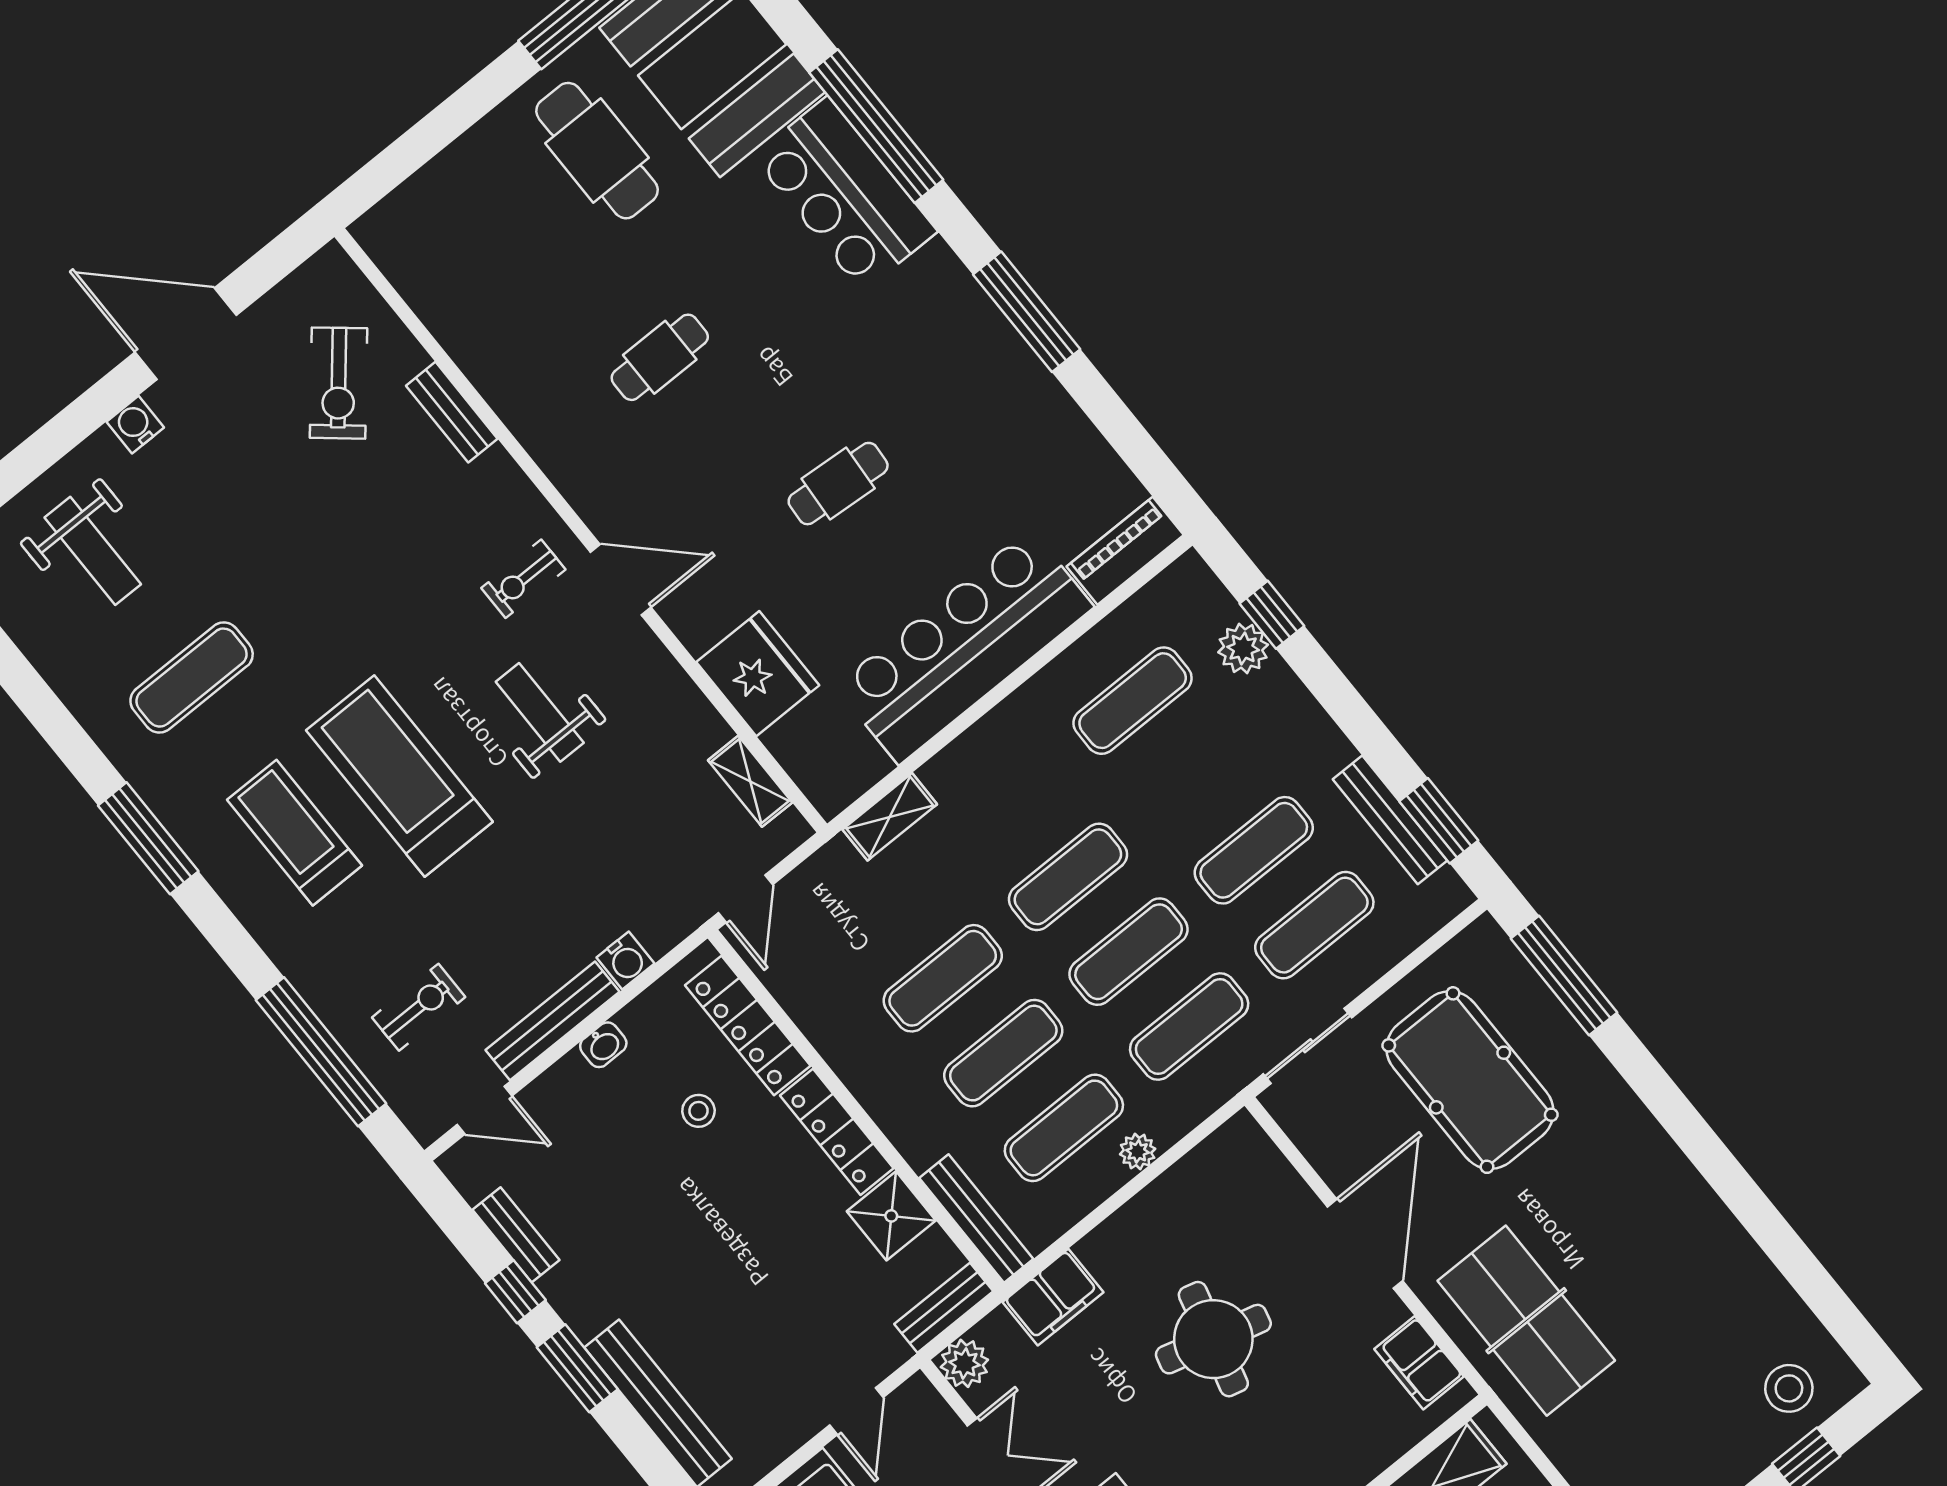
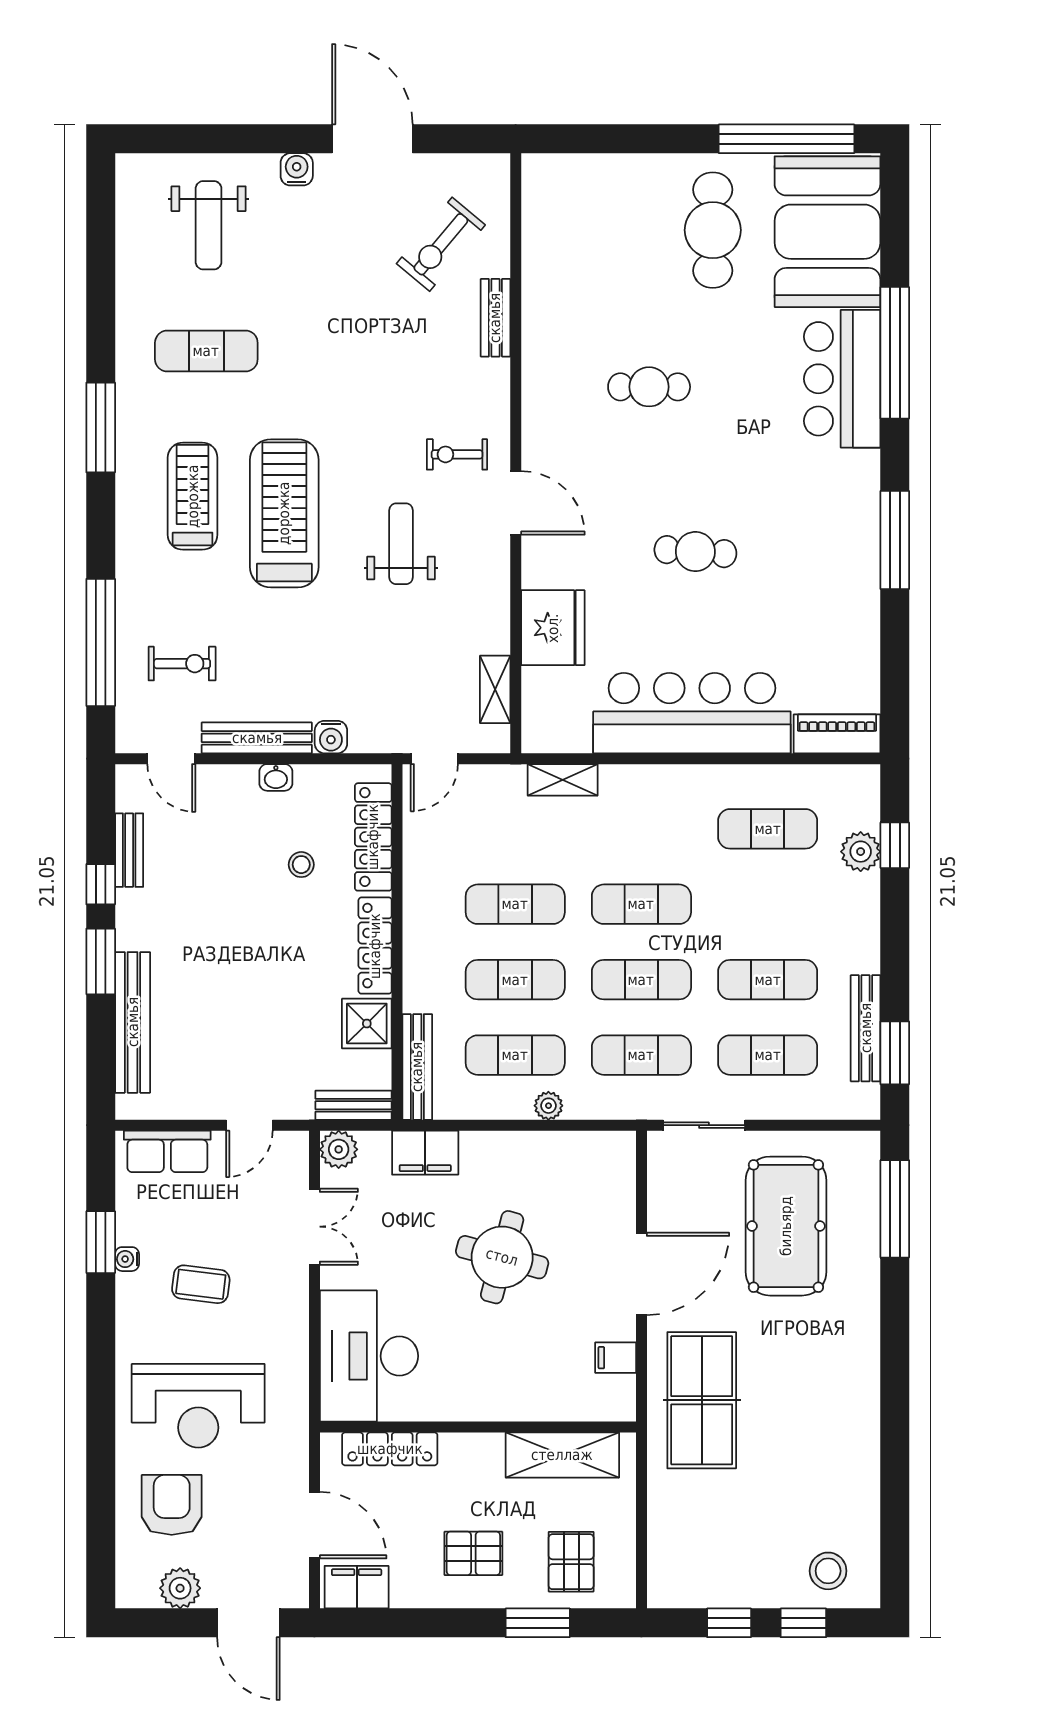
filing cabinet: (1419, 1363) -> (616, 1358), width x0.50

